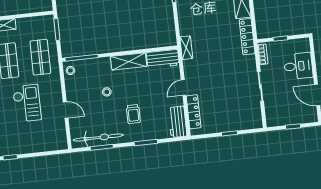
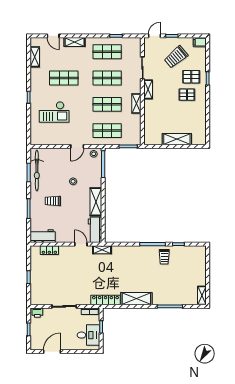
desk: (298, 66) -> (88, 335), moved, turned -90
door: (184, 88) -> (81, 244), moved
checkout: (27, 103) -> (54, 112), moved
door: (66, 110) -> (77, 146), moved
locker: (194, 112) -> (49, 250), width x0.66
printer: (271, 118) -> (37, 313), added

